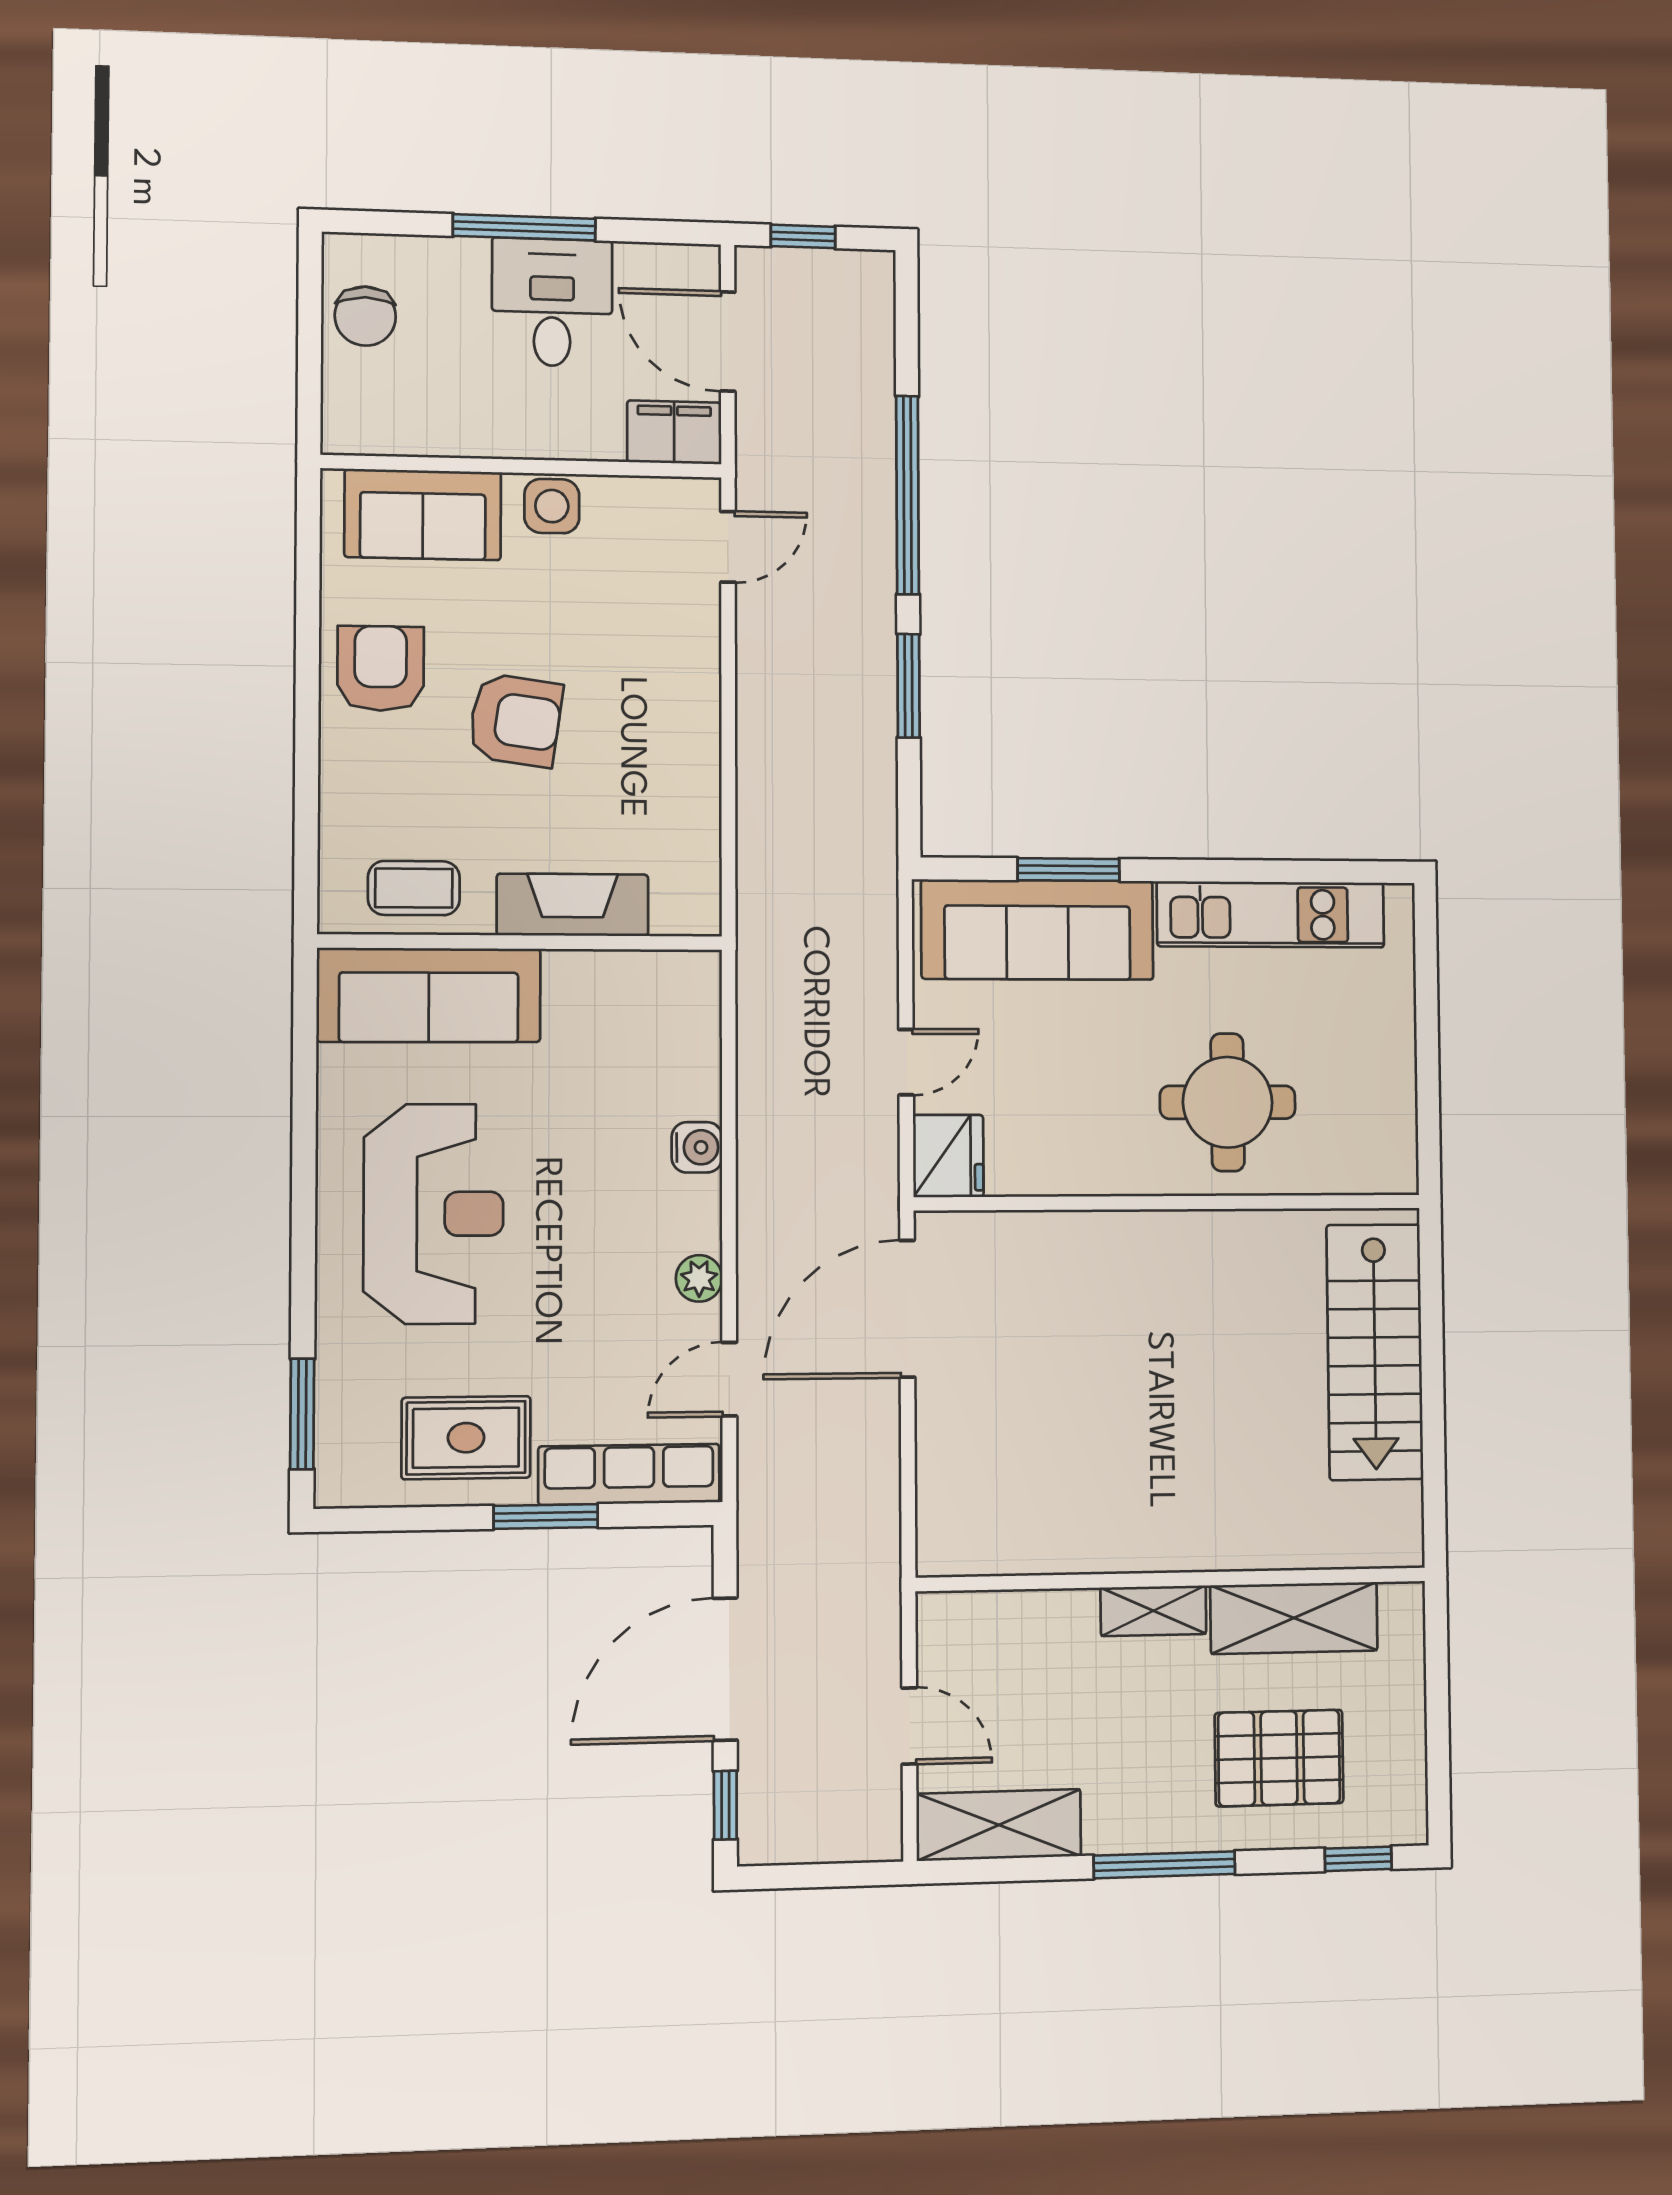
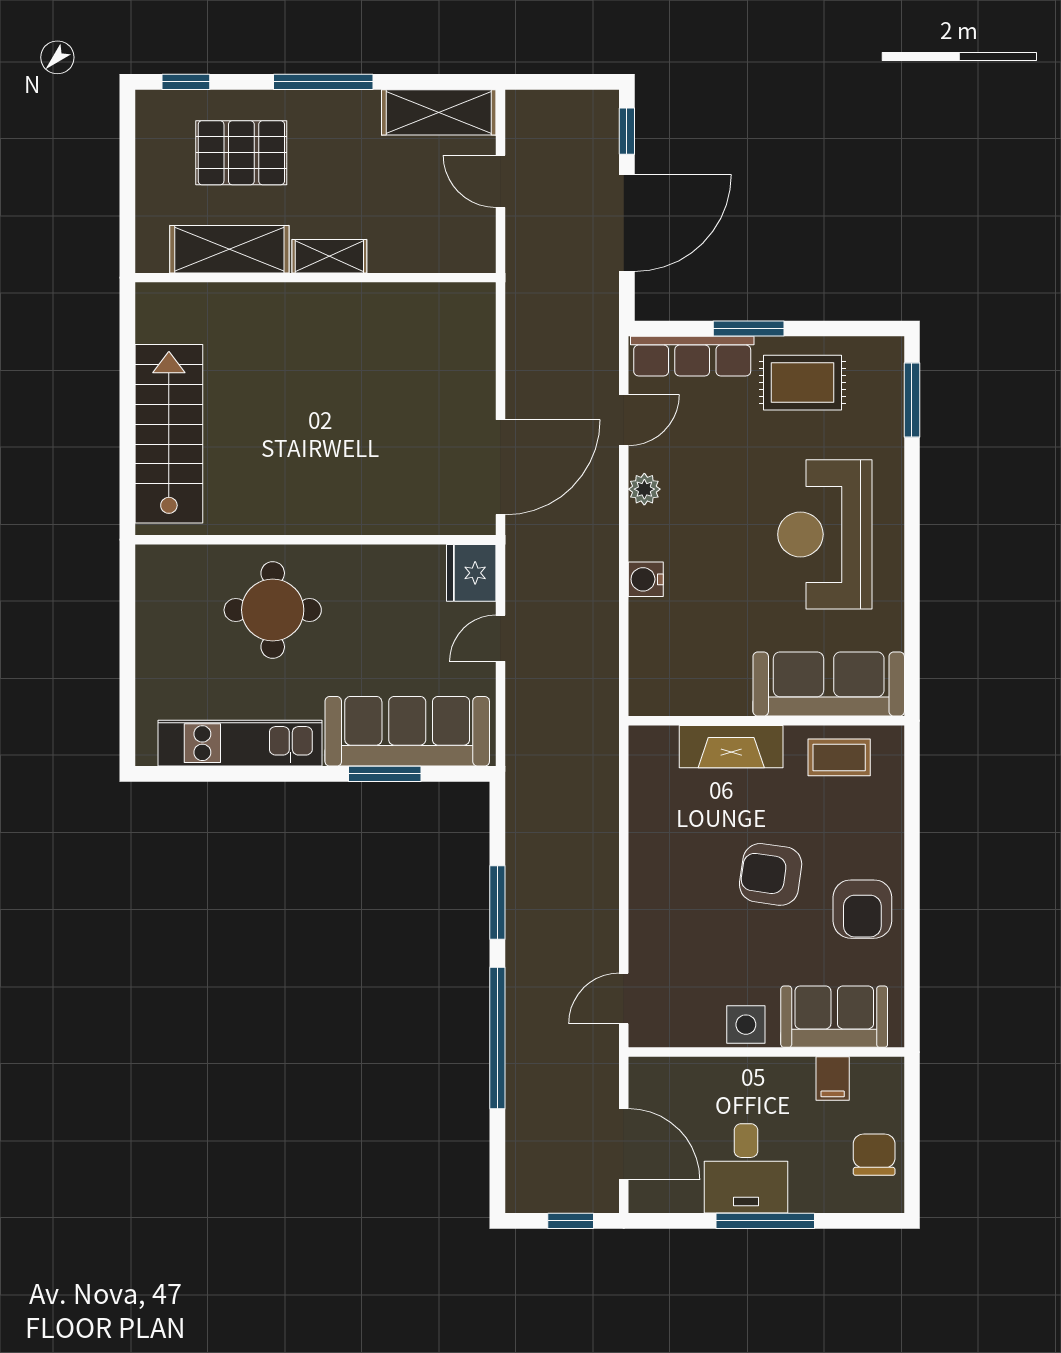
filing cabinet: (674, 432) -> (833, 1079), moved, width x0.50

